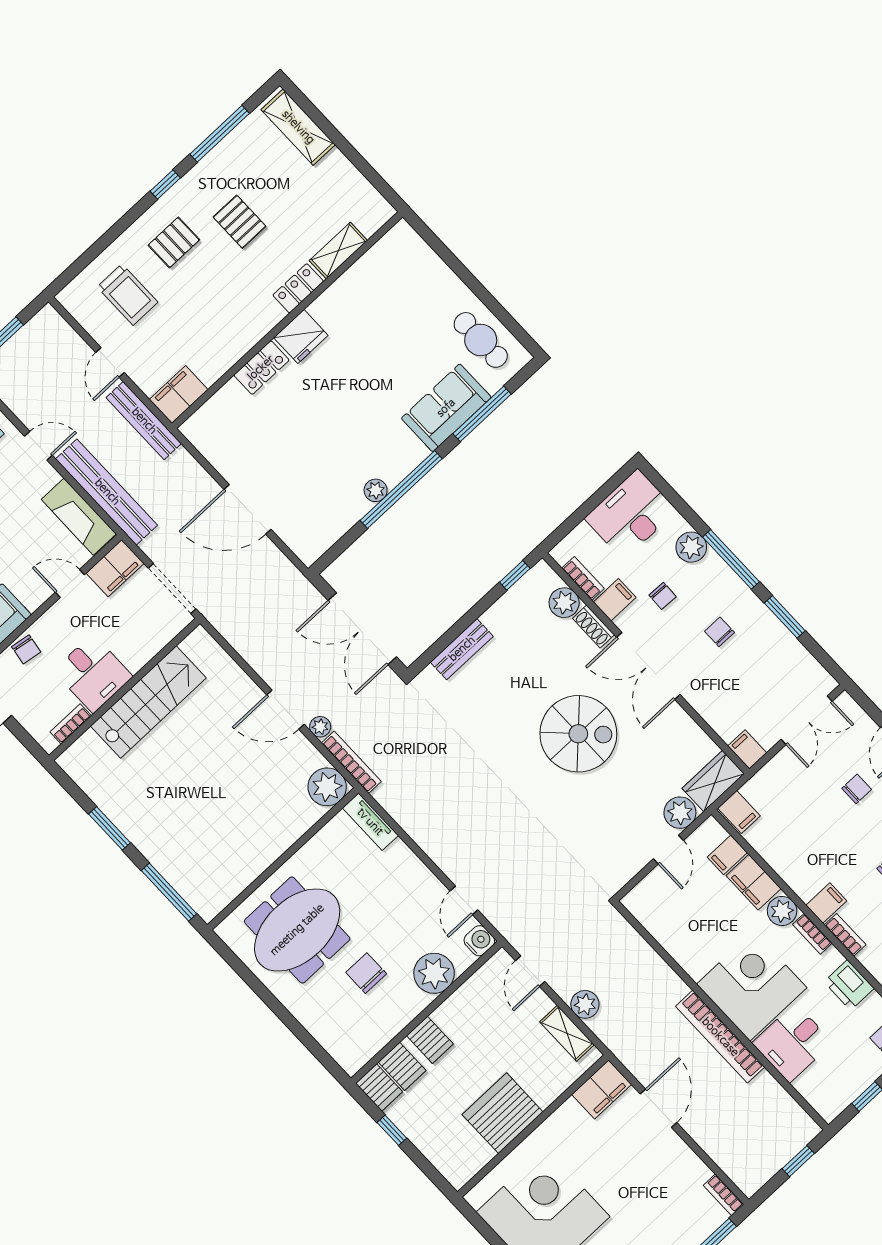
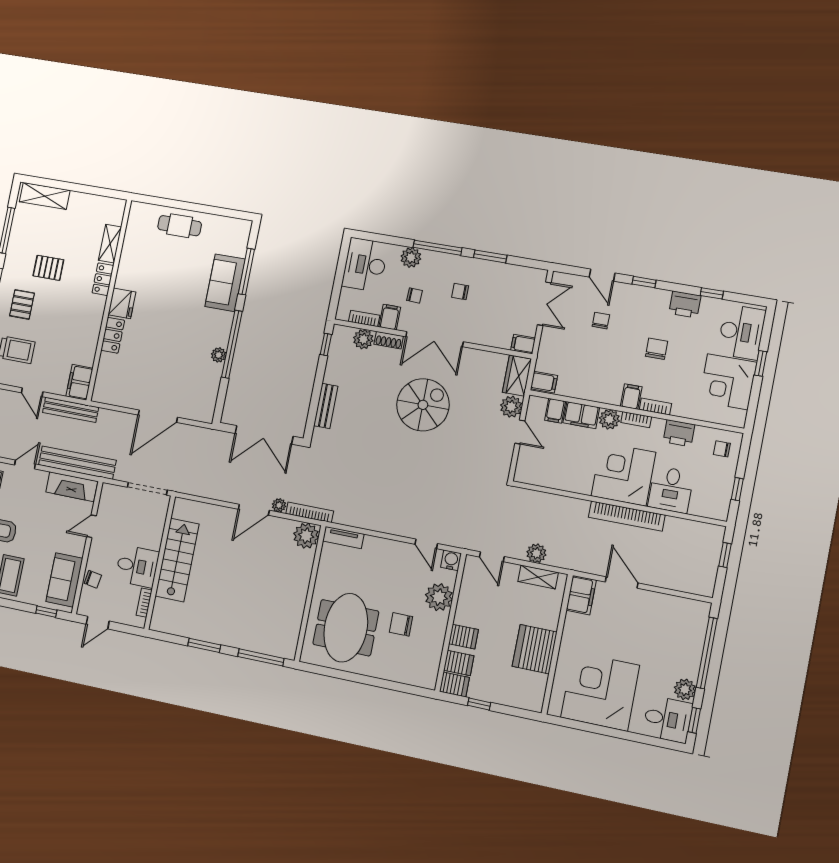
cafe table: (481, 340) -> (180, 226), moved
filing cabinet: (115, 568) -> (110, 500), removed
bookcase: (724, 1195) -> (696, 606), removed

